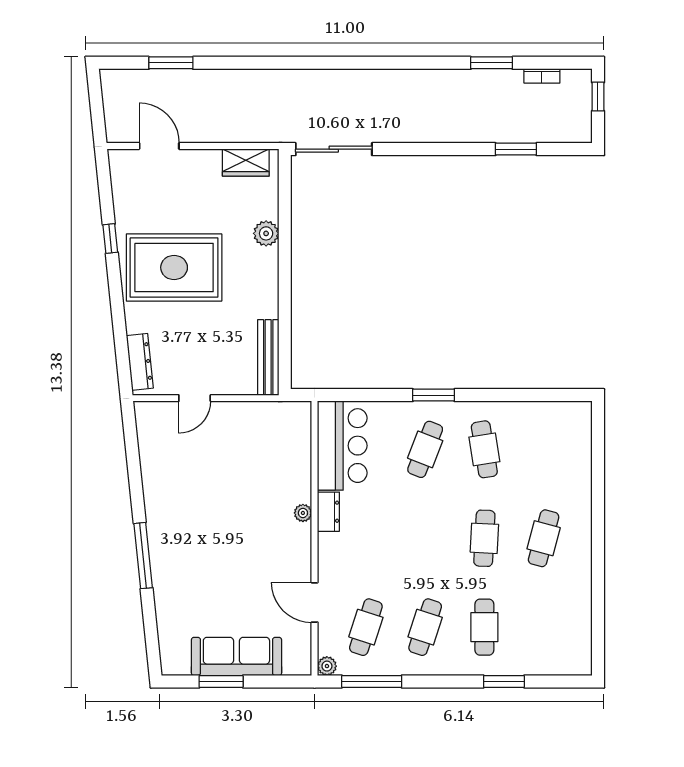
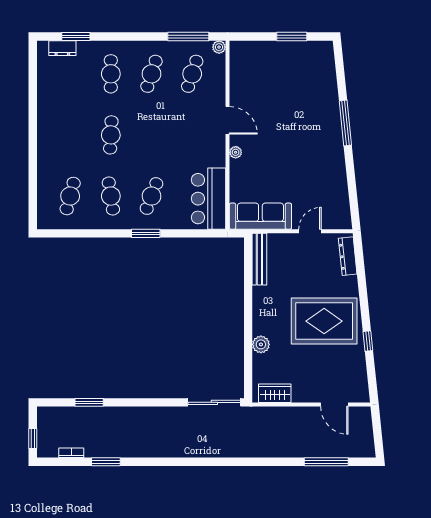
window: (171, 63) -> (326, 462), width x1.44
dresser: (328, 512) -> (62, 48), moved, turned -90
cafe table: (544, 538) -> (70, 196), moved
door: (315, 602) -> (228, 120), moved
sofa: (236, 656) -> (260, 216), moved, turned 180
window: (504, 682) -> (76, 36), moved

